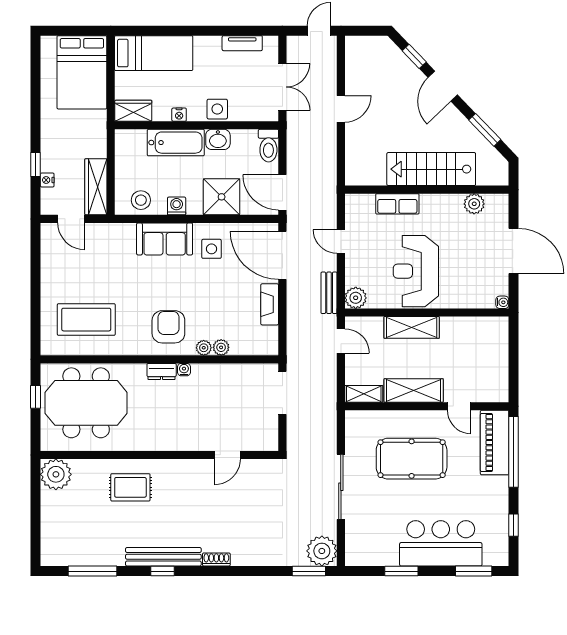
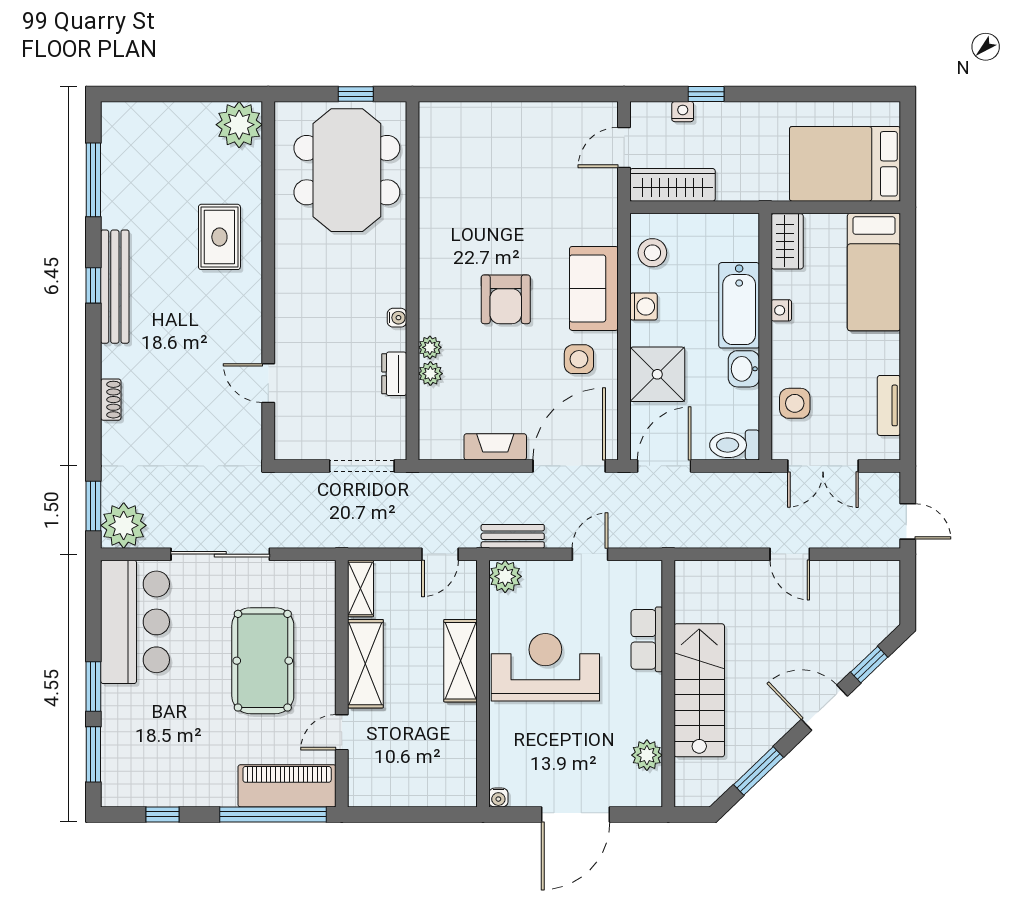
side table: (217, 109) -> (795, 403), moved
coffee table: (86, 320) -> (472, 170), removed
armchair: (168, 327) -> (506, 299), moved, turned 90
dresser: (162, 371) -> (394, 374), moved
bar counter: (441, 543) -> (135, 622), moved
shoe rack: (216, 559) -> (111, 400), moved
window: (401, 571) -> (93, 687), moved

